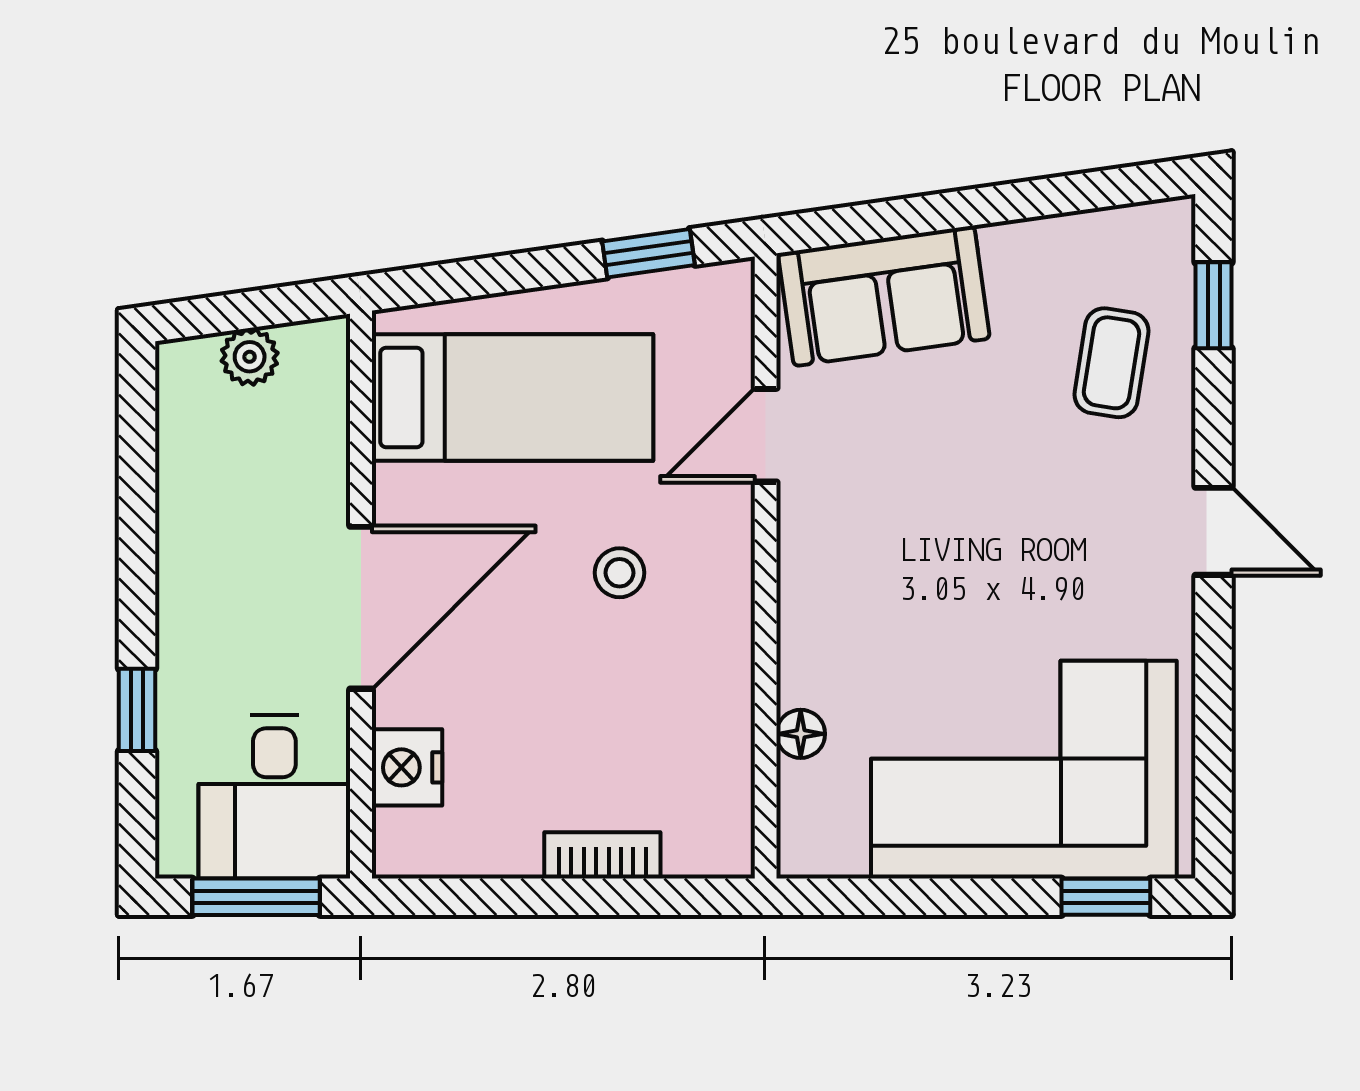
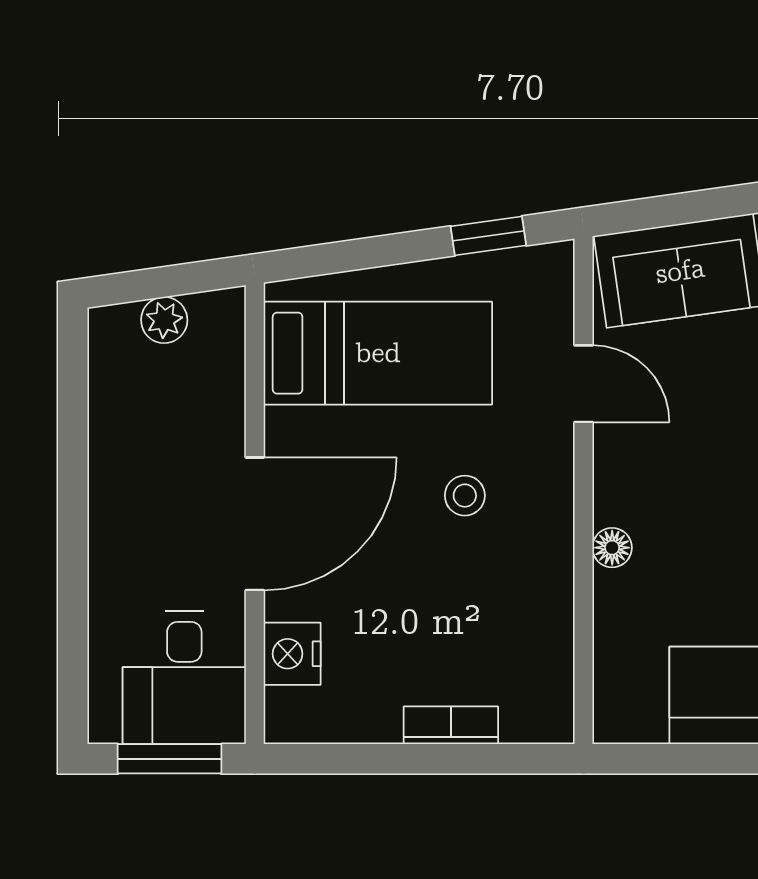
door: (766, 435) -> (584, 384), swing flipped
window: (137, 710) -> (73, 607), removed
floor lamp: (801, 734) -> (612, 548), moved

